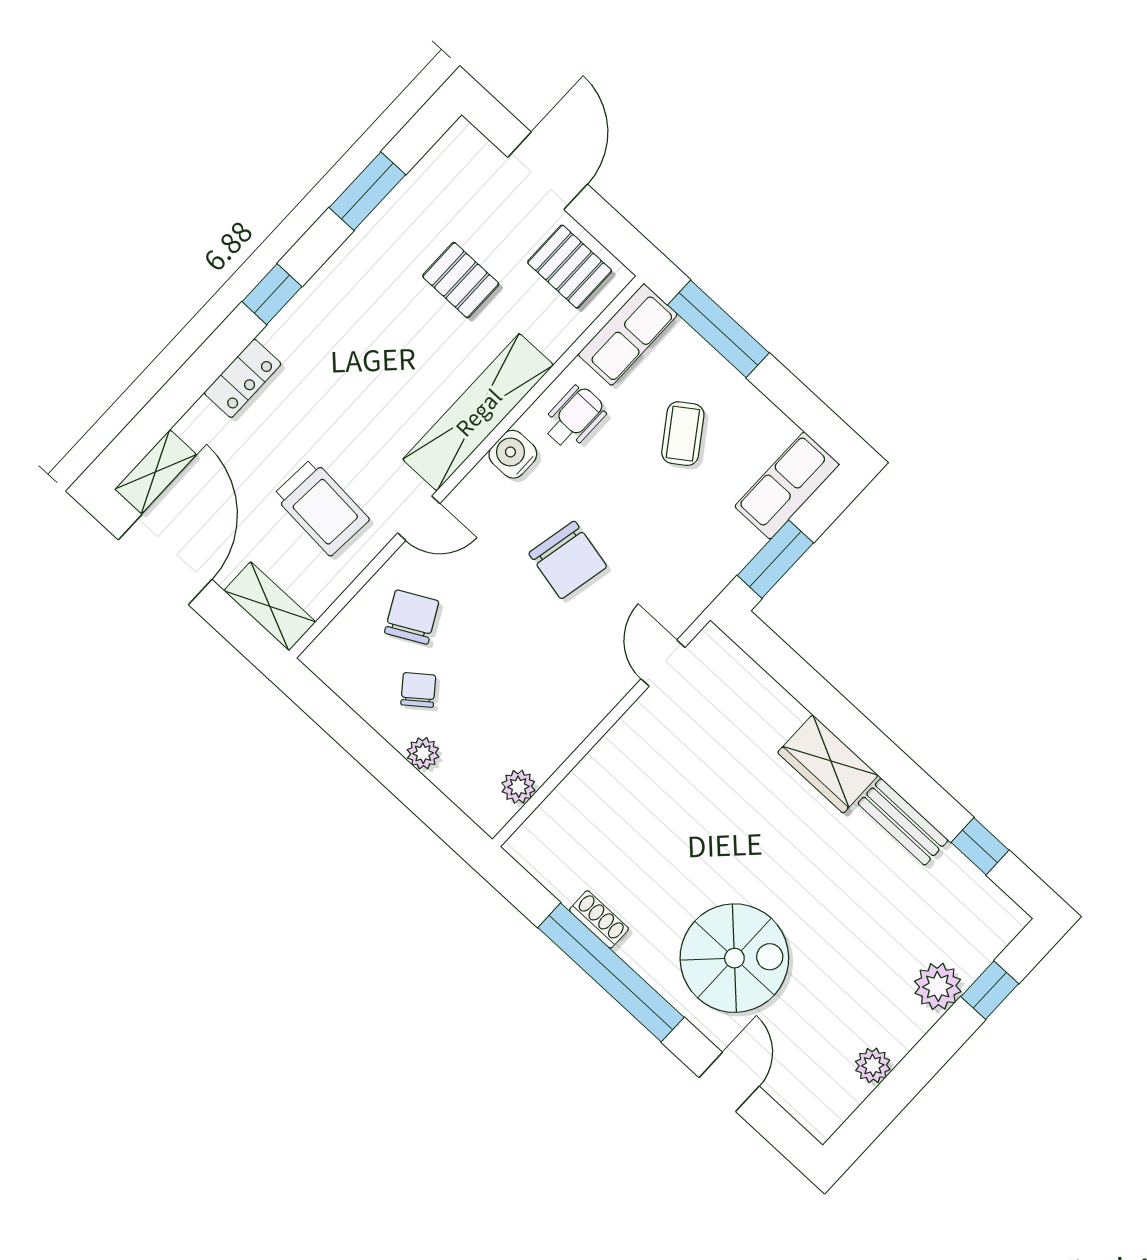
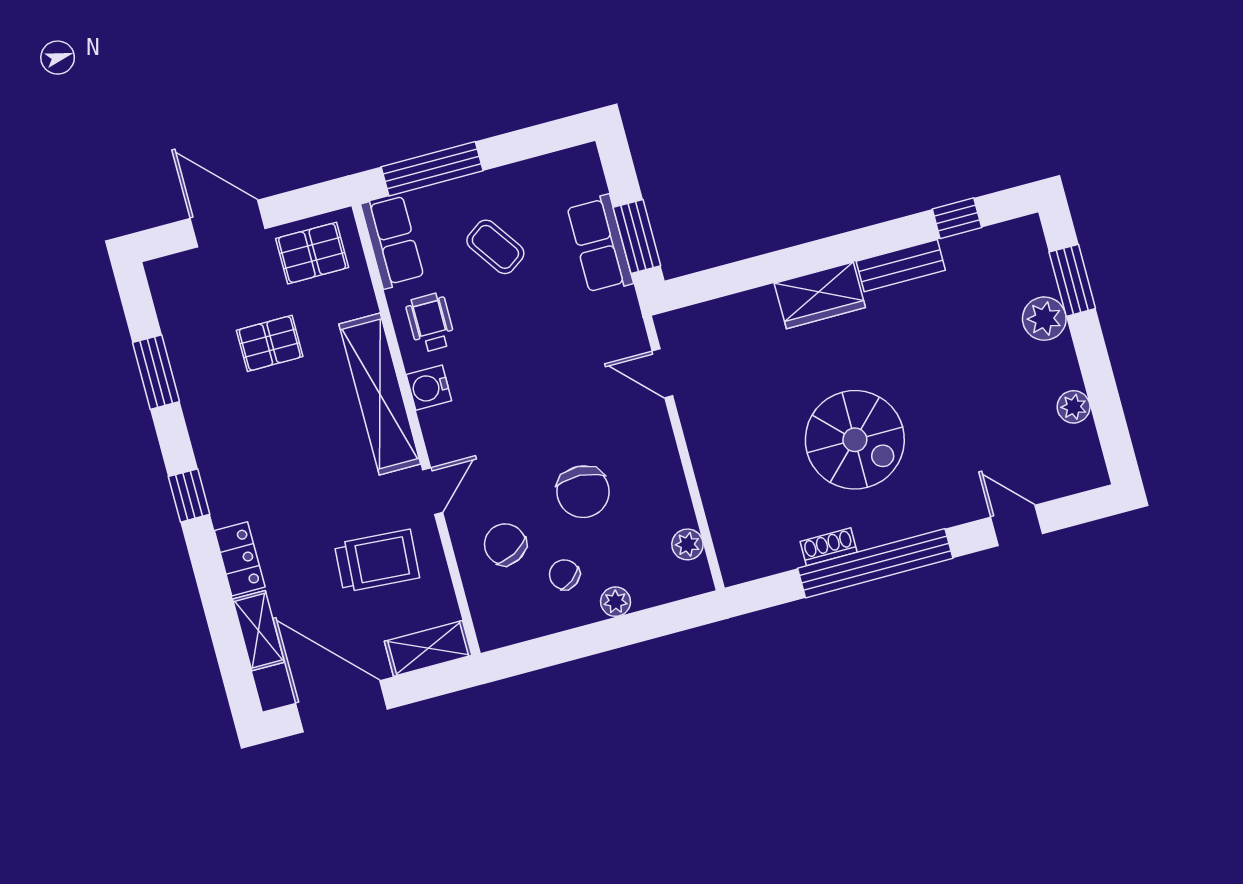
shelving: (155, 472) -> (258, 631), moved
row of seats: (787, 486) -> (600, 244), moved
chair: (568, 560) -> (583, 492), moved, turned 81
spiral stairs: (734, 958) -> (855, 440), moved, turned 90
window: (990, 990) -> (1072, 280), width x1.50

